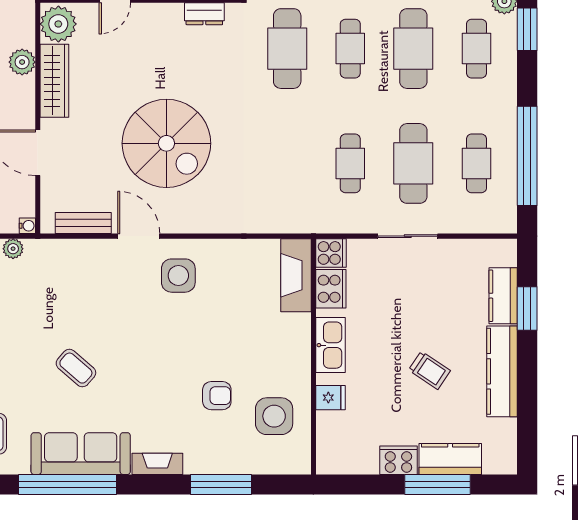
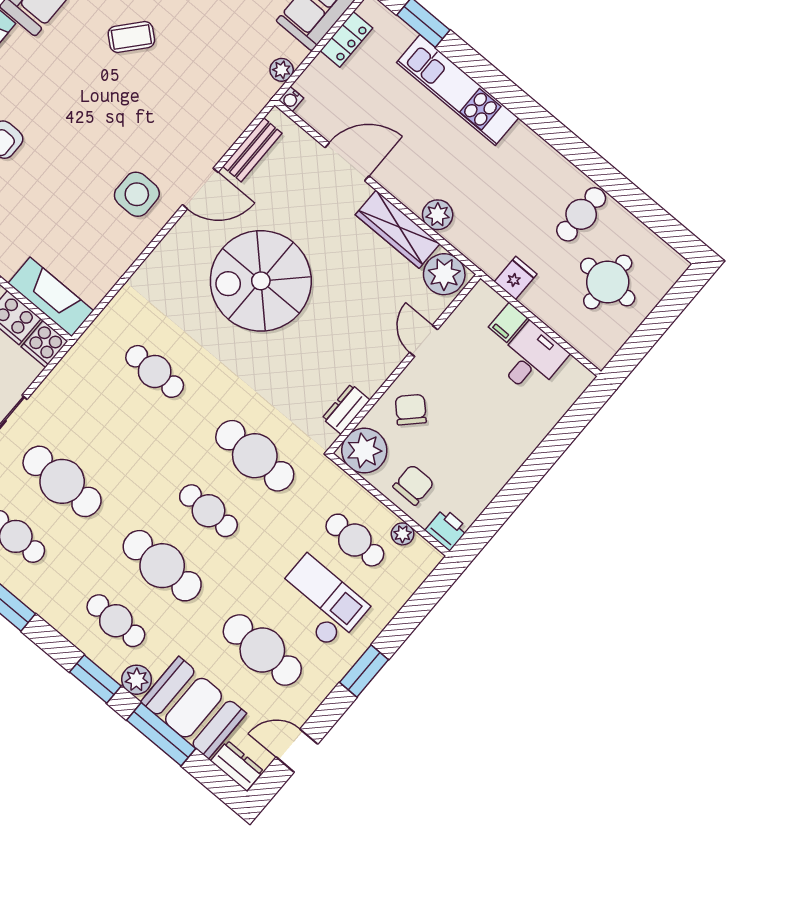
cafe table: (350, 163) -> (155, 371), moved

